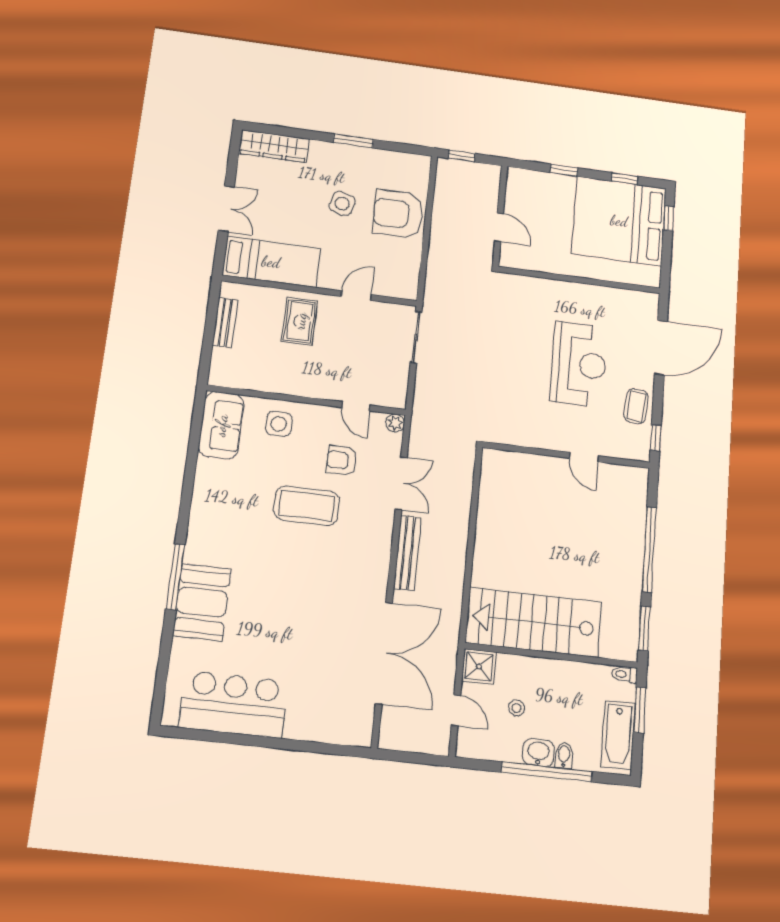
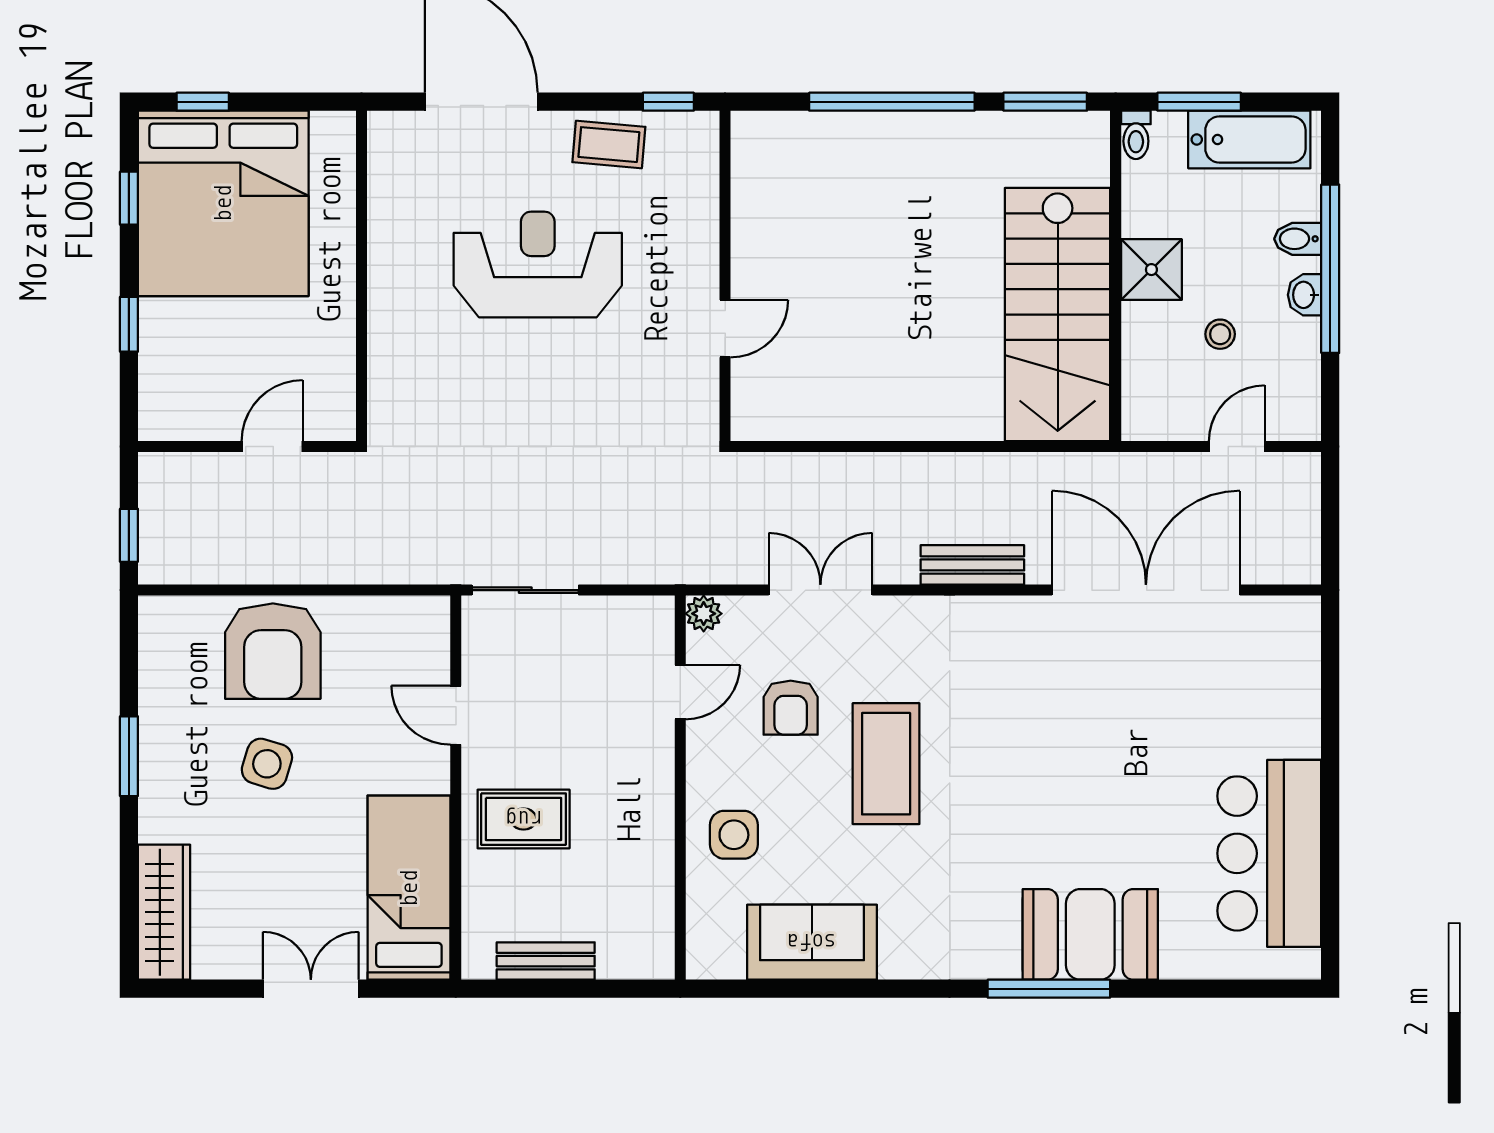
sofa: (221, 425) -> (812, 942), moved
door: (584, 457) -> (725, 329), moved
bench: (407, 553) -> (972, 565), width x0.73
shower: (479, 666) -> (1151, 270), moved
washbasin: (538, 753) -> (1305, 295), width x0.72, depth x0.69

